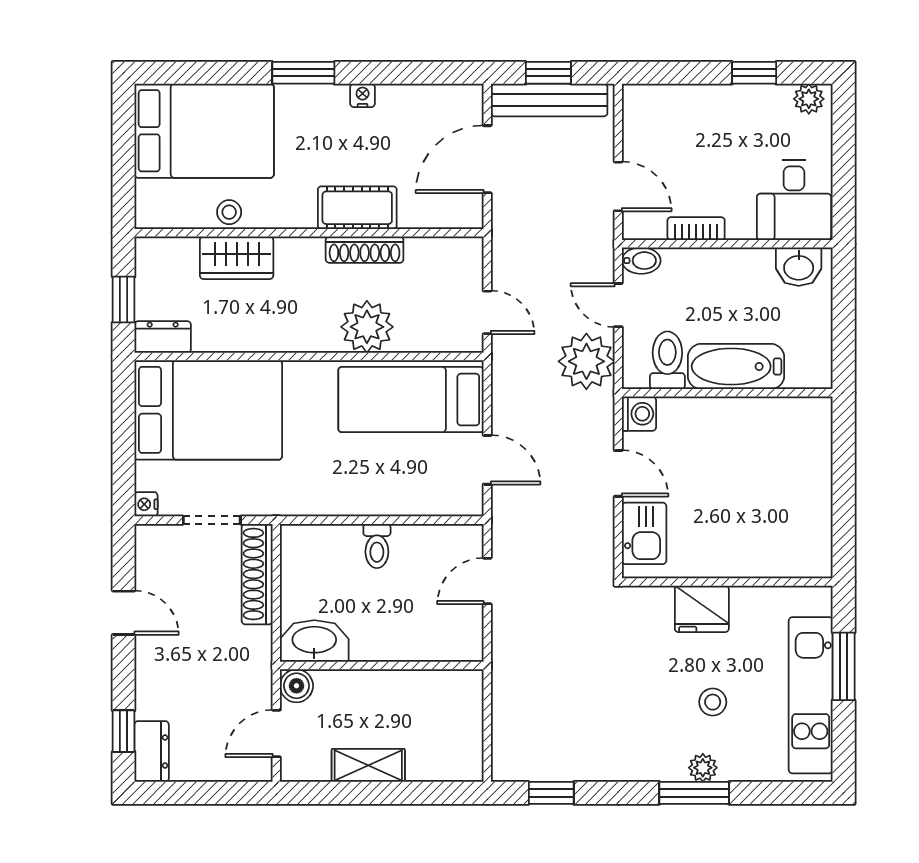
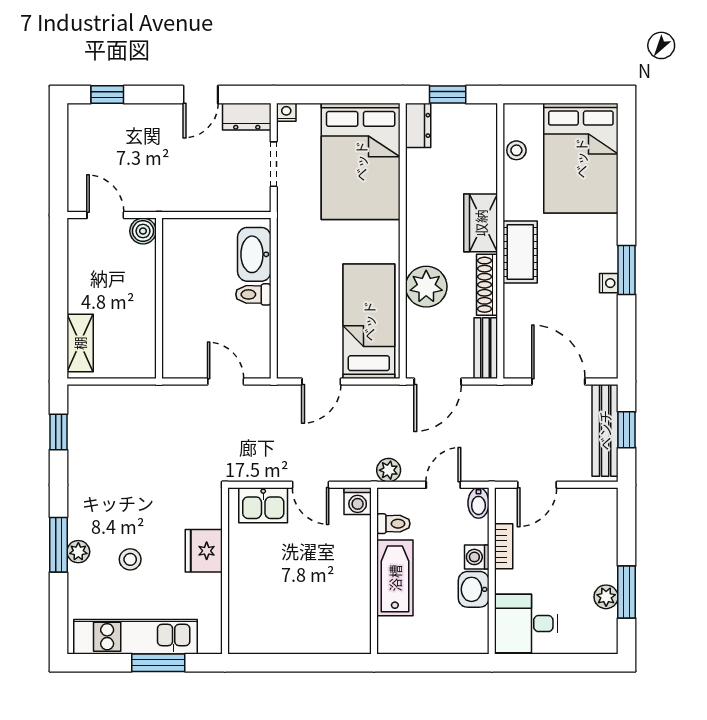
window: (303, 73) -> (627, 270), moved
window: (754, 73) -> (627, 592), width x1.50
plant: (809, 99) -> (606, 597), moved
cot: (357, 208) -> (520, 252), moved
stool: (229, 212) -> (516, 150), moved
bench: (445, 251) -> (486, 348), added
wardrobe: (237, 258) -> (481, 223), moved
washing machine: (710, 263) -> (477, 557), added
washbasin: (799, 267) -> (474, 589), moved
door: (487, 312) -> (438, 382), width x1.38
toilet: (667, 360) -> (393, 524), width x0.73, depth x0.72
plant: (586, 361) -> (389, 470), width x0.53, depth x0.53
door: (618, 473) -> (311, 485), hinge flipped
shoe rack: (257, 574) -> (231, 200), removed
washbasin: (314, 641) -> (254, 254), moved, turned 180
dresser: (152, 751) -> (247, 117), moved
shelving: (368, 765) -> (80, 343), moved

